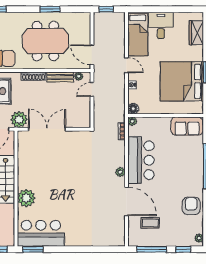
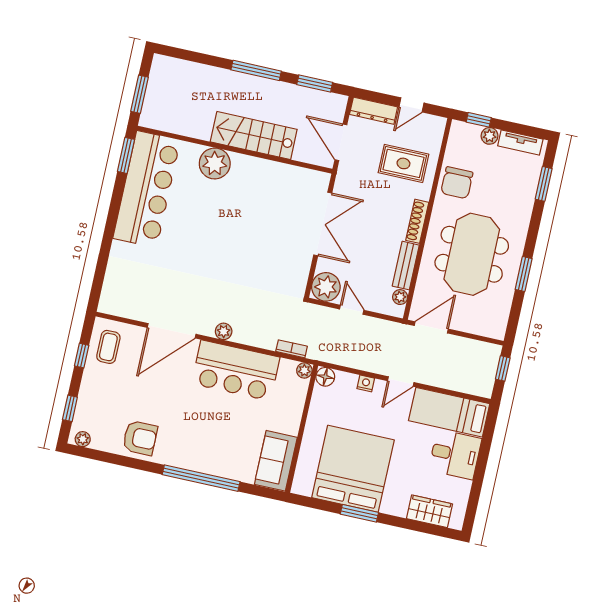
door: (92, 89) -> (352, 310), moved
plant: (19, 120) -> (326, 287), moved
coffee table: (150, 223) -> (108, 347), moved
bar counter: (41, 233) -> (147, 189), width x1.36
window: (152, 249) -> (82, 356), width x0.46

